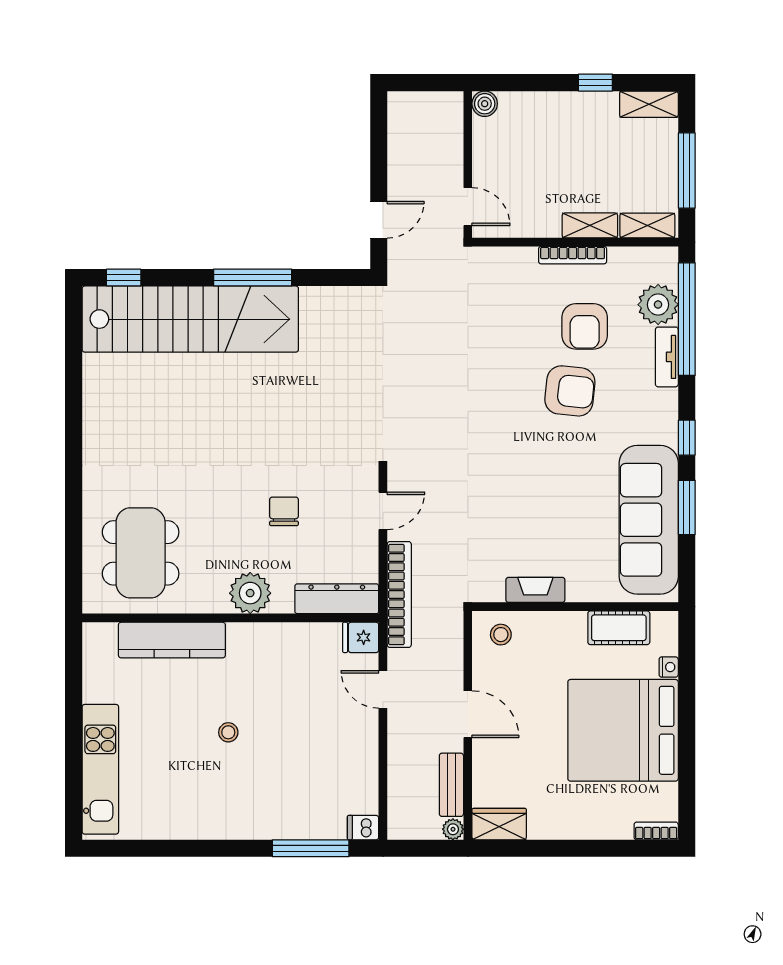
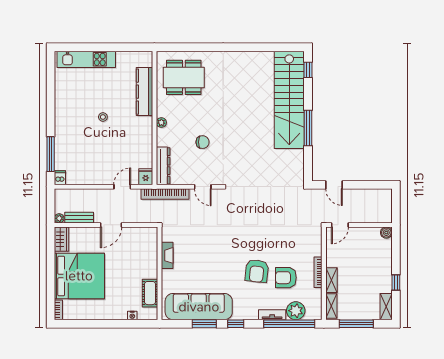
plant: (250, 593) -> (161, 123), width x0.53, depth x0.53
stool: (501, 635) -> (147, 240), removed
bed: (623, 730) -> (79, 276), moved, turned 90

